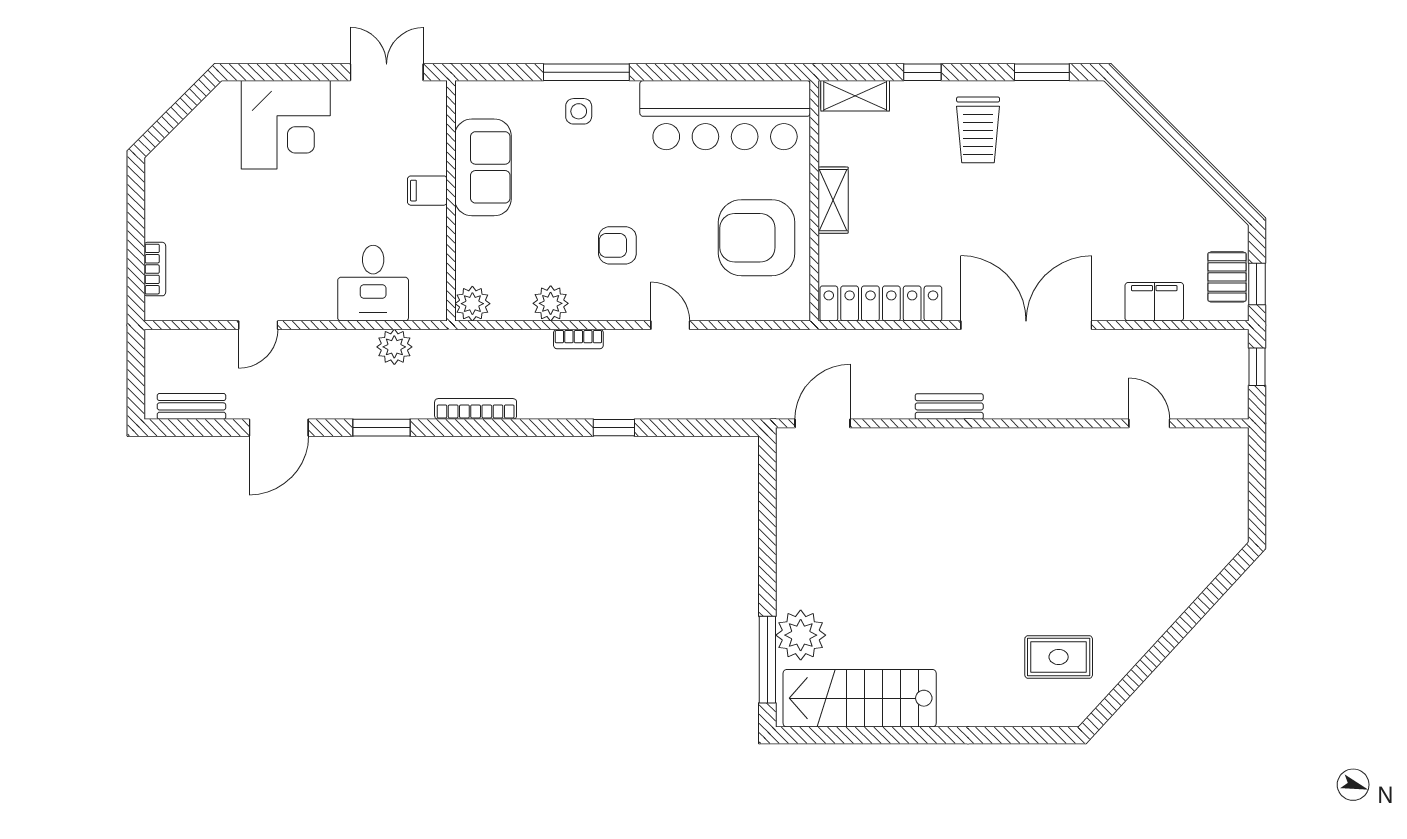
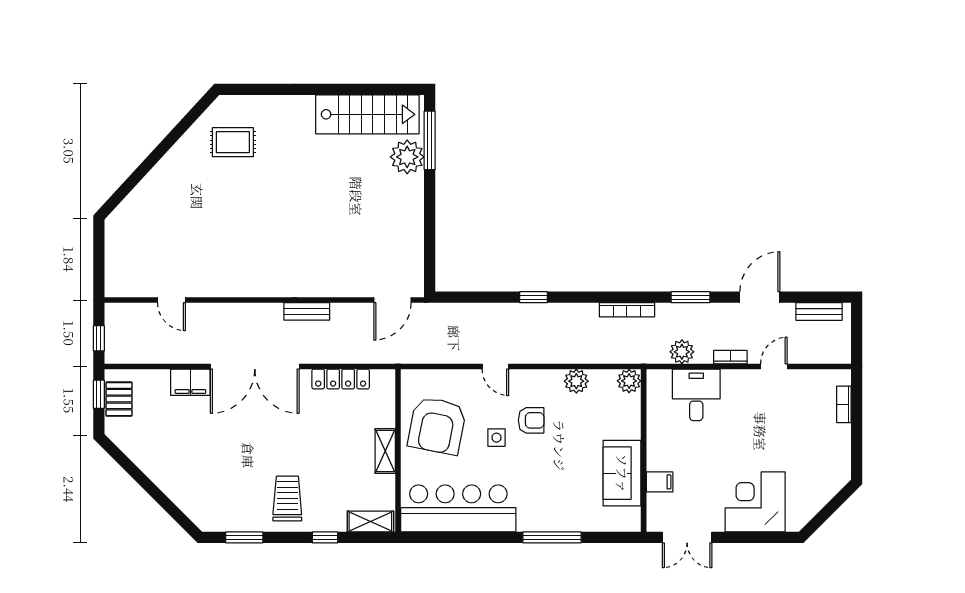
side table: (579, 111) -> (497, 438), moved
filing cabinet: (427, 191) -> (660, 482), moved
armchair: (757, 238) -> (437, 426), turned 101
filing cabinet: (1154, 302) -> (190, 382), moved
locker: (881, 304) -> (341, 379), width x0.71, depth x0.83
bookcase: (578, 339) -> (730, 357), moved

